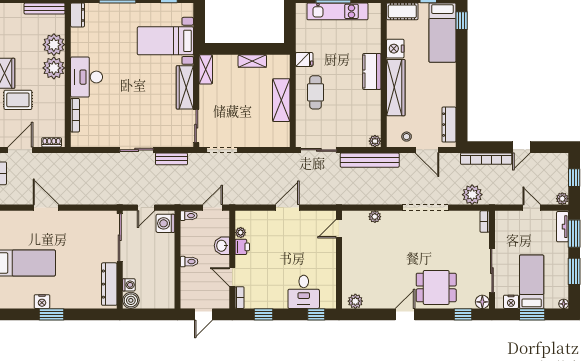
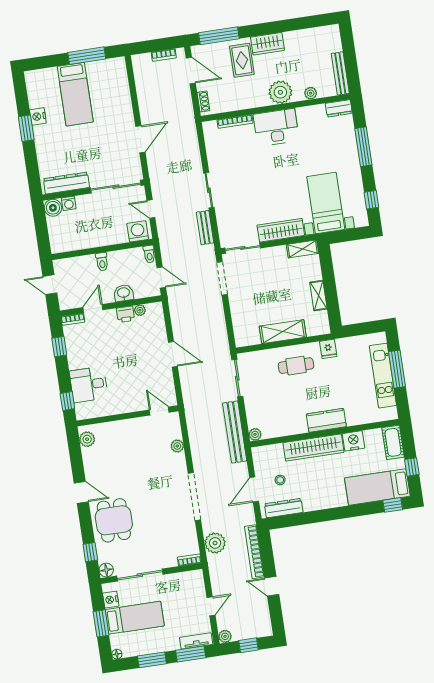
plant: (54, 45) -> (311, 93), width x0.53, depth x0.53
stool: (407, 137) -> (280, 480), moved
door: (46, 208) -> (140, 139), moved

